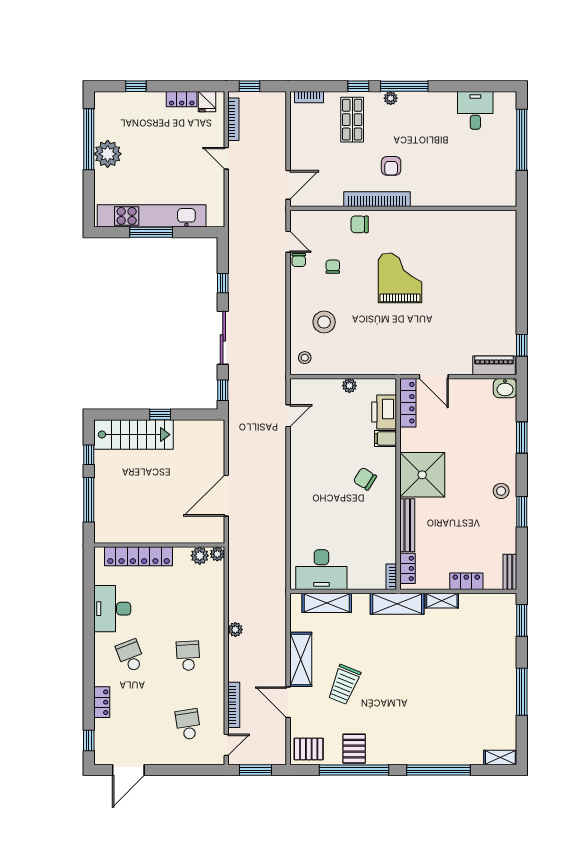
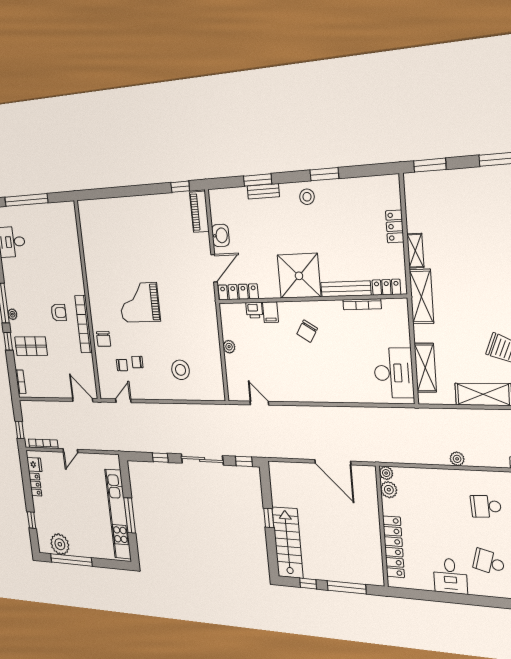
plant: (108, 154) -> (60, 544), moved
chair: (299, 260) -> (122, 365), moved
stool: (305, 358) -> (210, 387), removed
washbasin: (505, 388) -> (220, 235), moved
printer: (384, 412) -> (254, 310), width x0.53, depth x0.68
bench: (510, 572) -> (263, 191), moved
bookcase: (391, 577) -> (362, 304), moved, width x1.56
desk: (112, 609) -> (450, 576), width x0.73
school desk: (130, 656) -> (489, 562), turned 36

